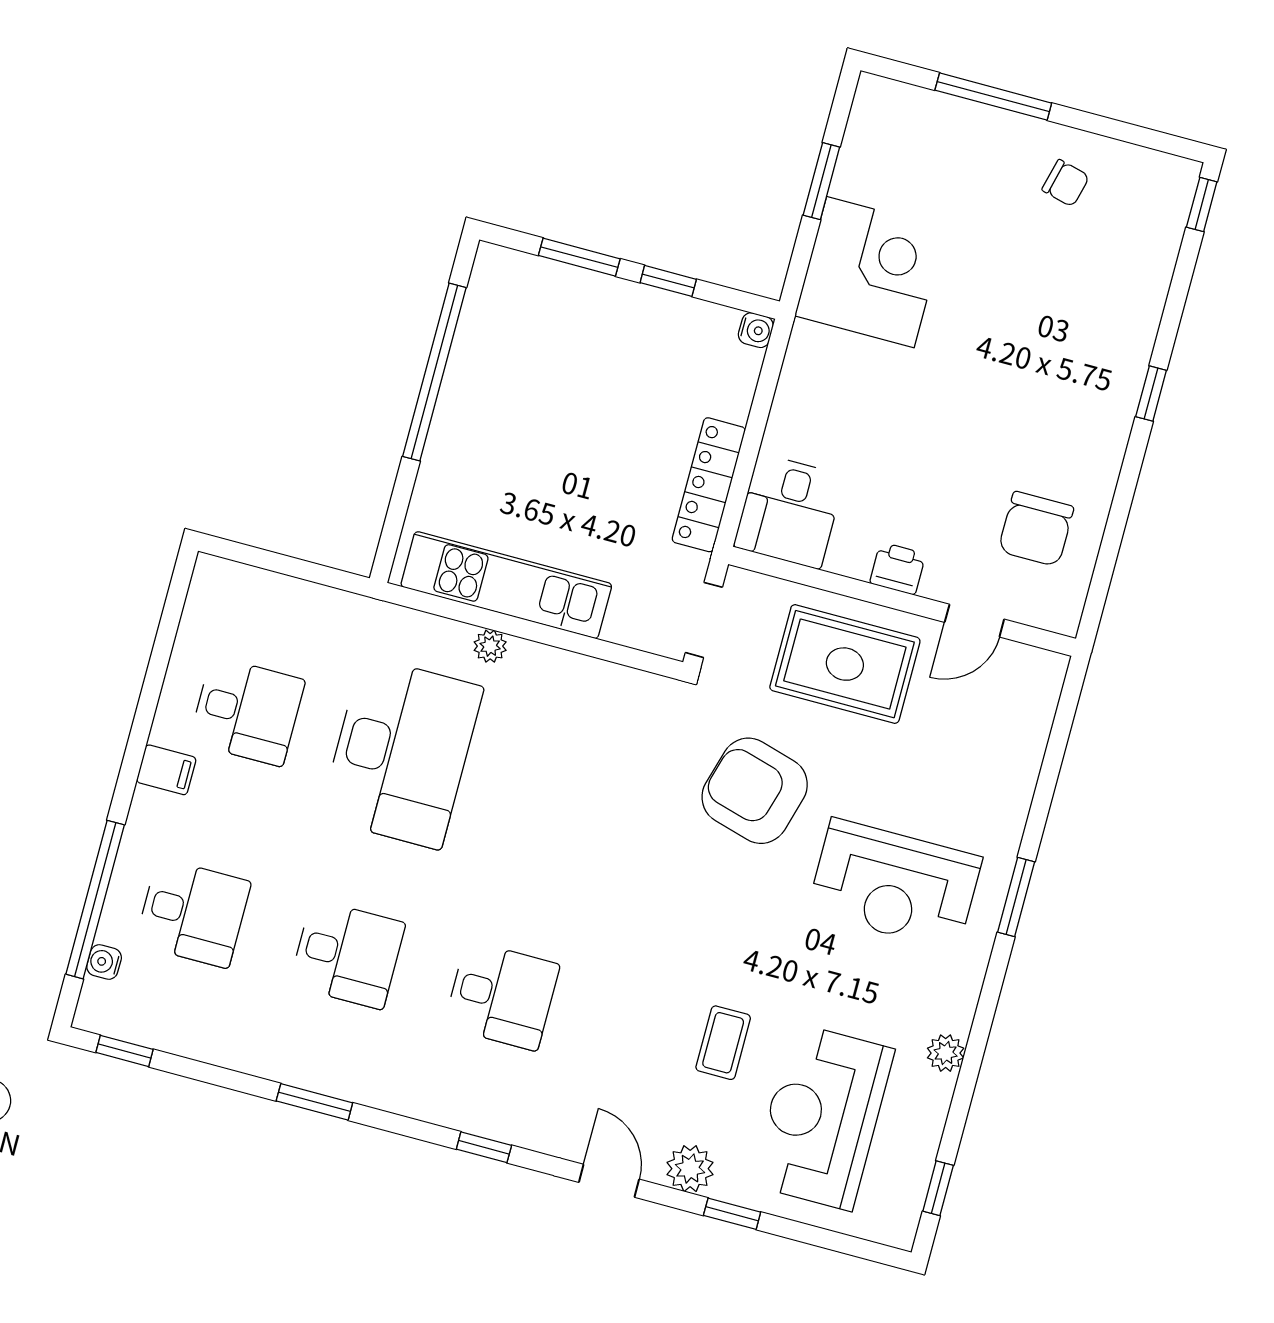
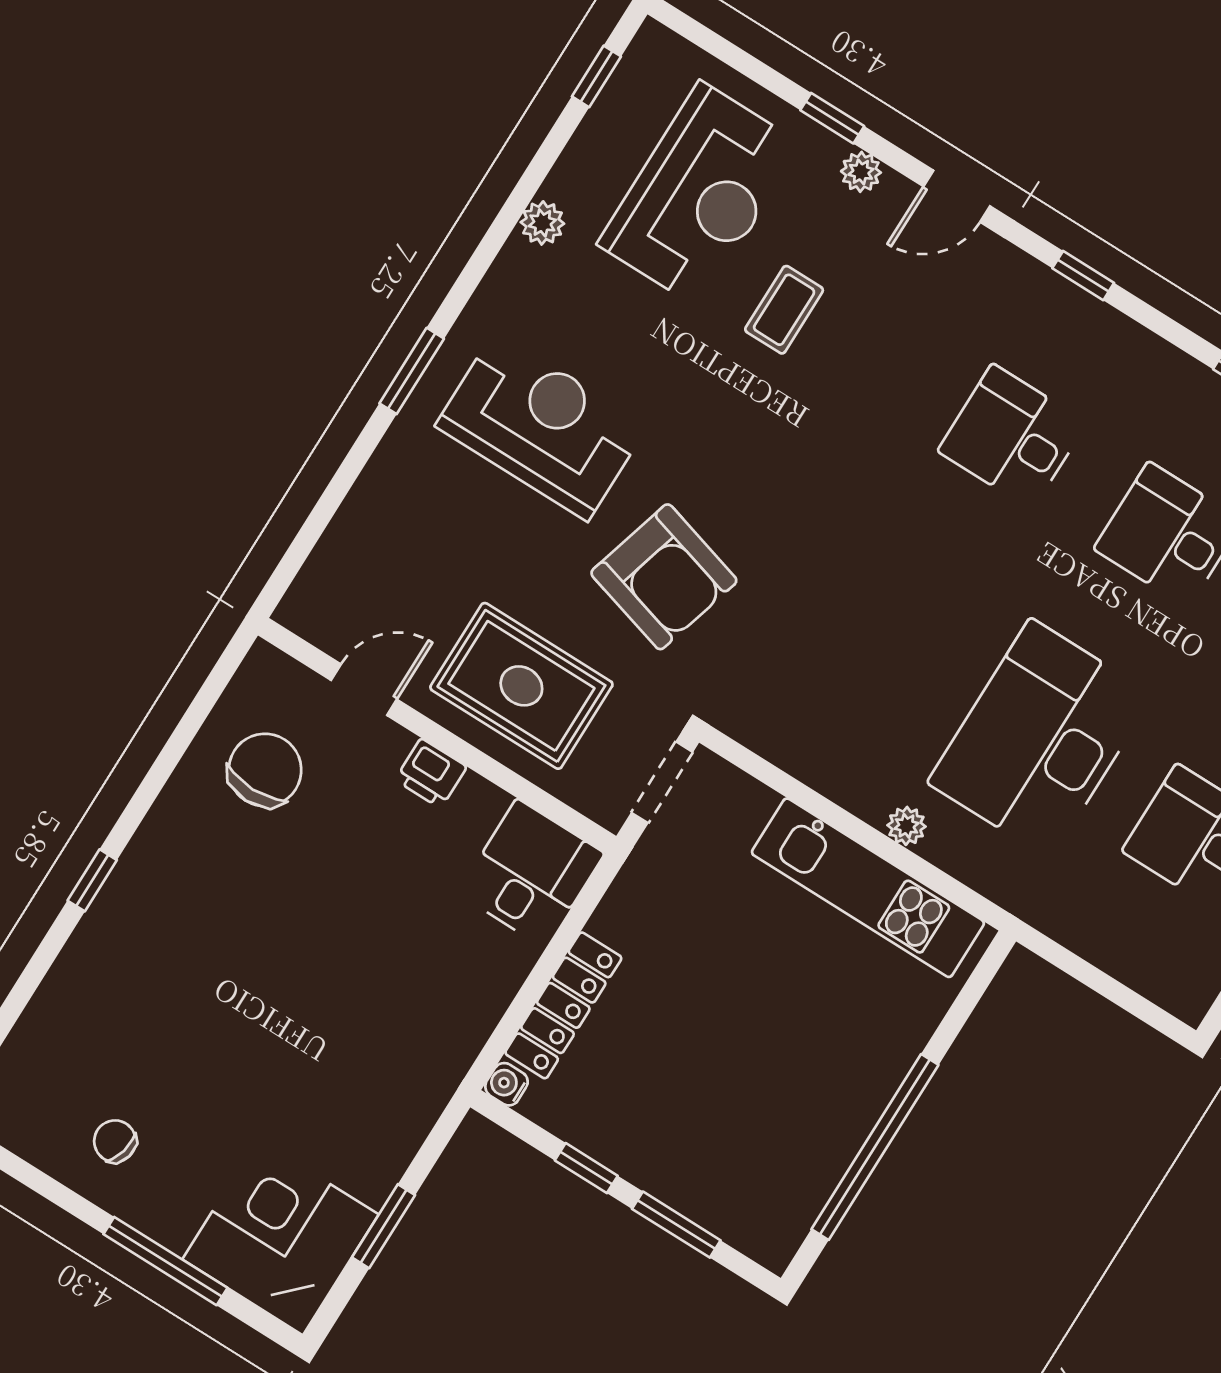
corner desk: (870, 272) -> (280, 1237), moved, turned 90
locker: (709, 485) -> (563, 1005), moved
plant: (690, 1169) -> (861, 172), width x0.73, depth x0.73
door: (609, 1181) -> (957, 196), hinge flipped

